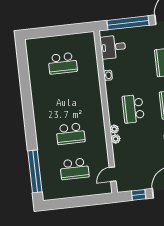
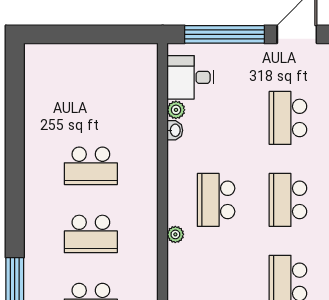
school desk: (63, 63) -> (91, 166), moved
plant: (116, 139) -> (176, 110), moved

